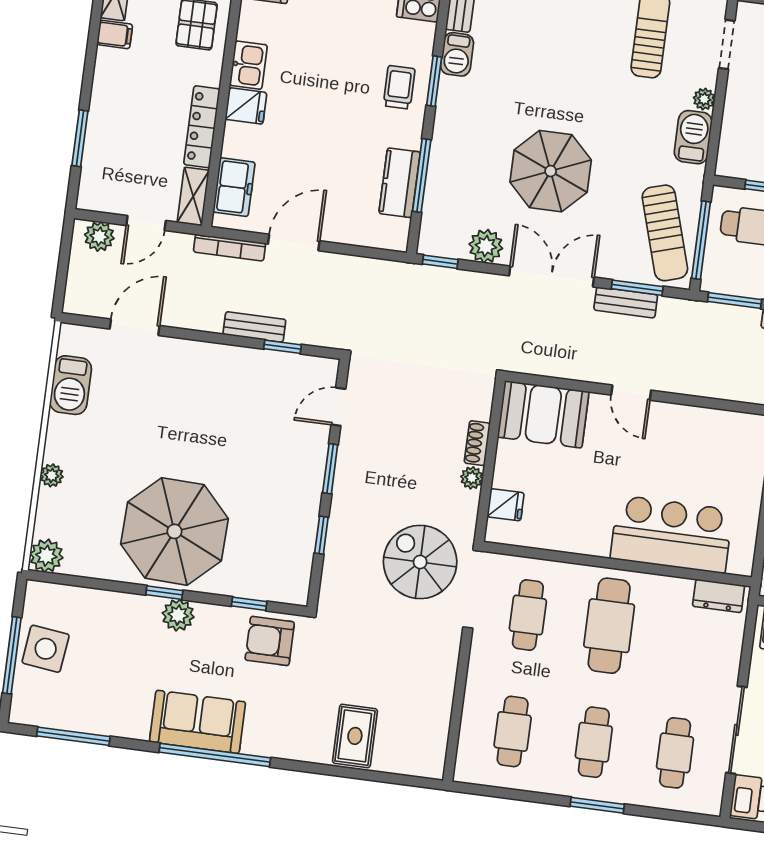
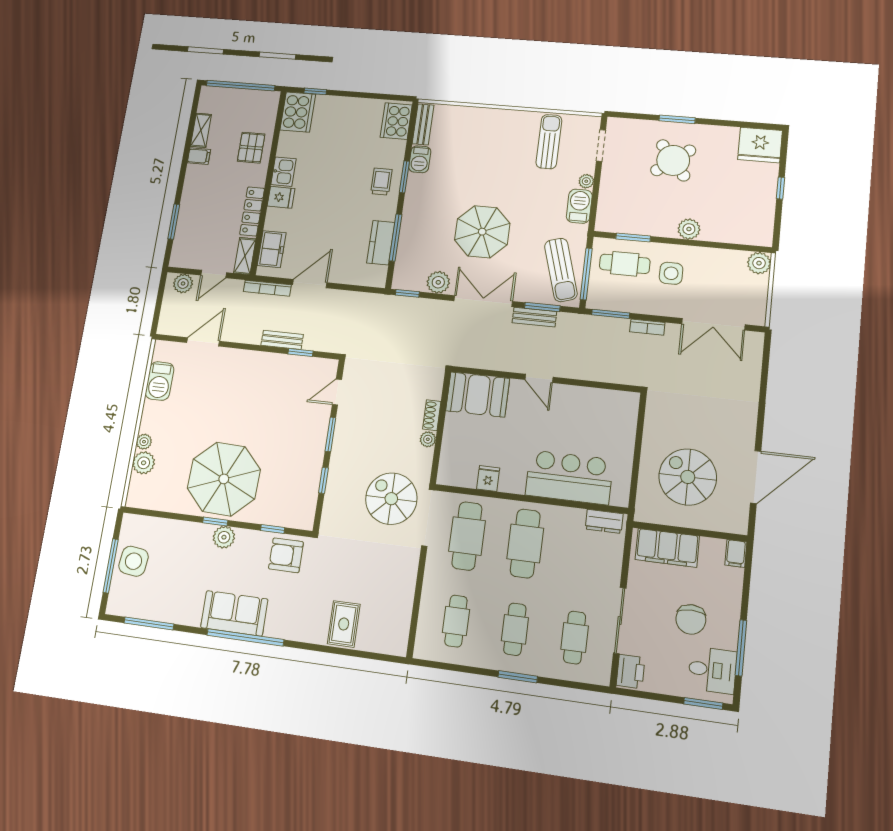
fridge: (506, 505) -> (488, 478), moved, turned -90
plant: (46, 556) -> (144, 463), moved
cafe table: (528, 615) -> (467, 536), width x1.37, depth x1.35

